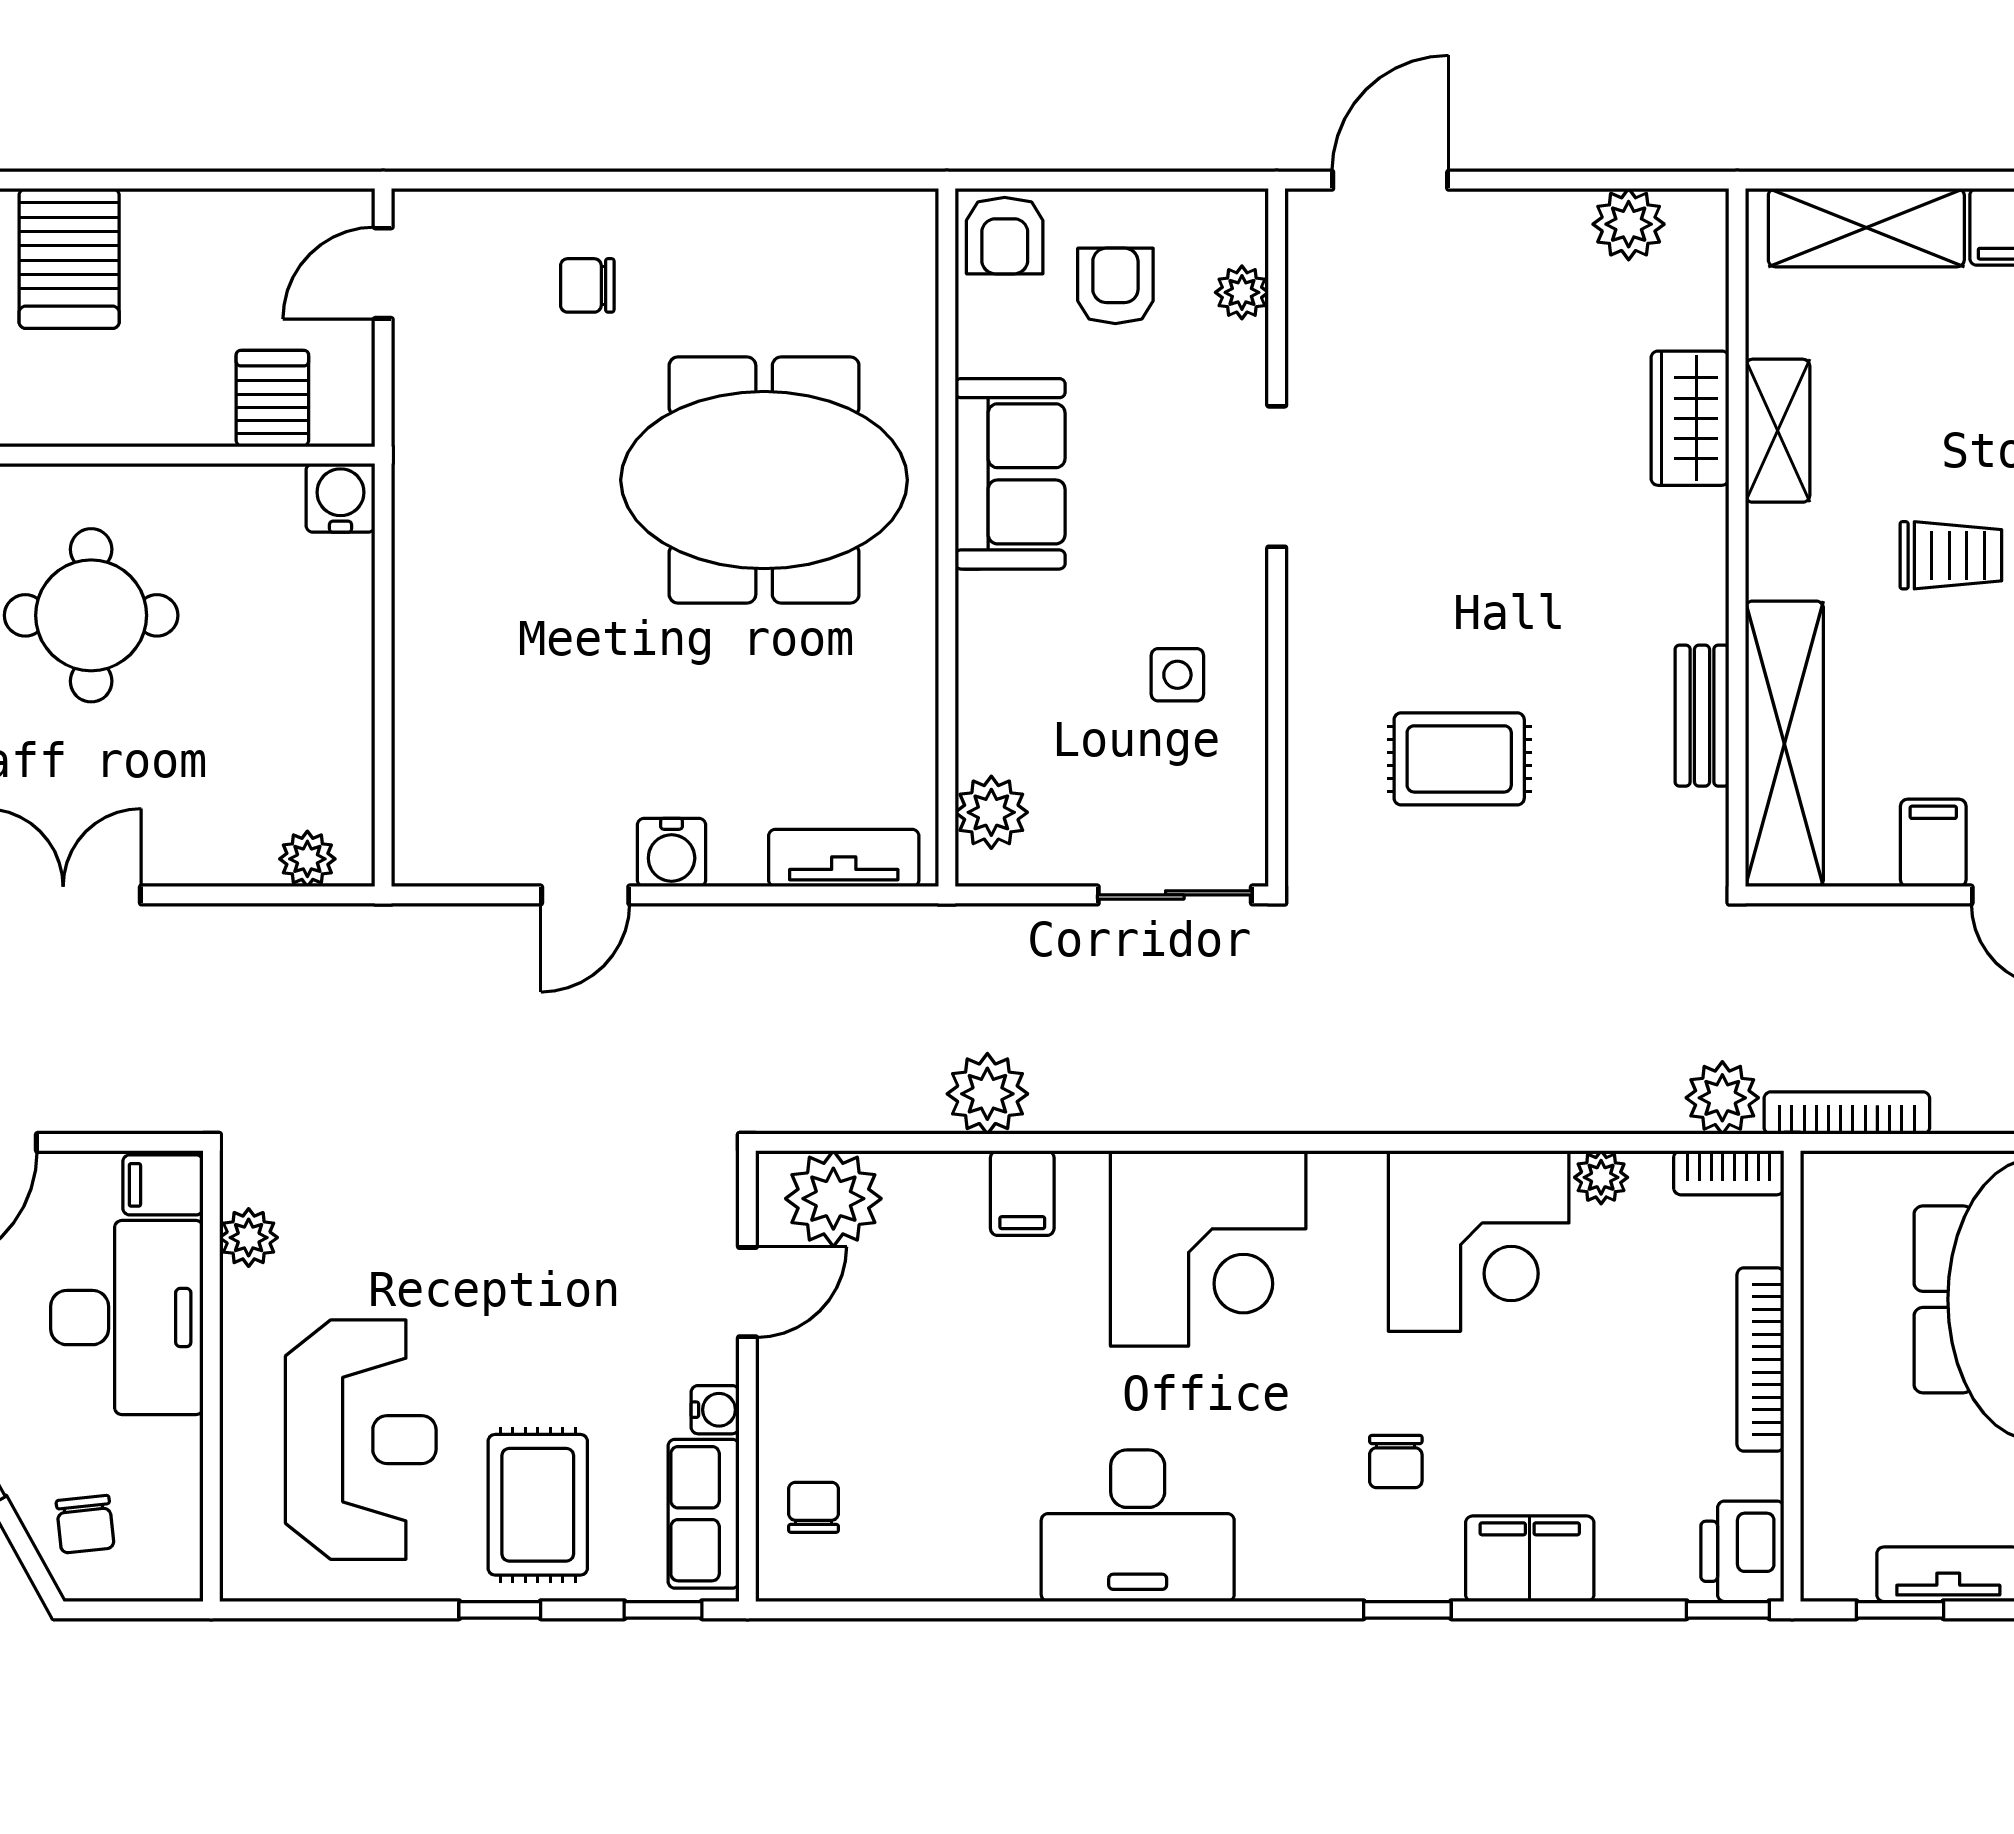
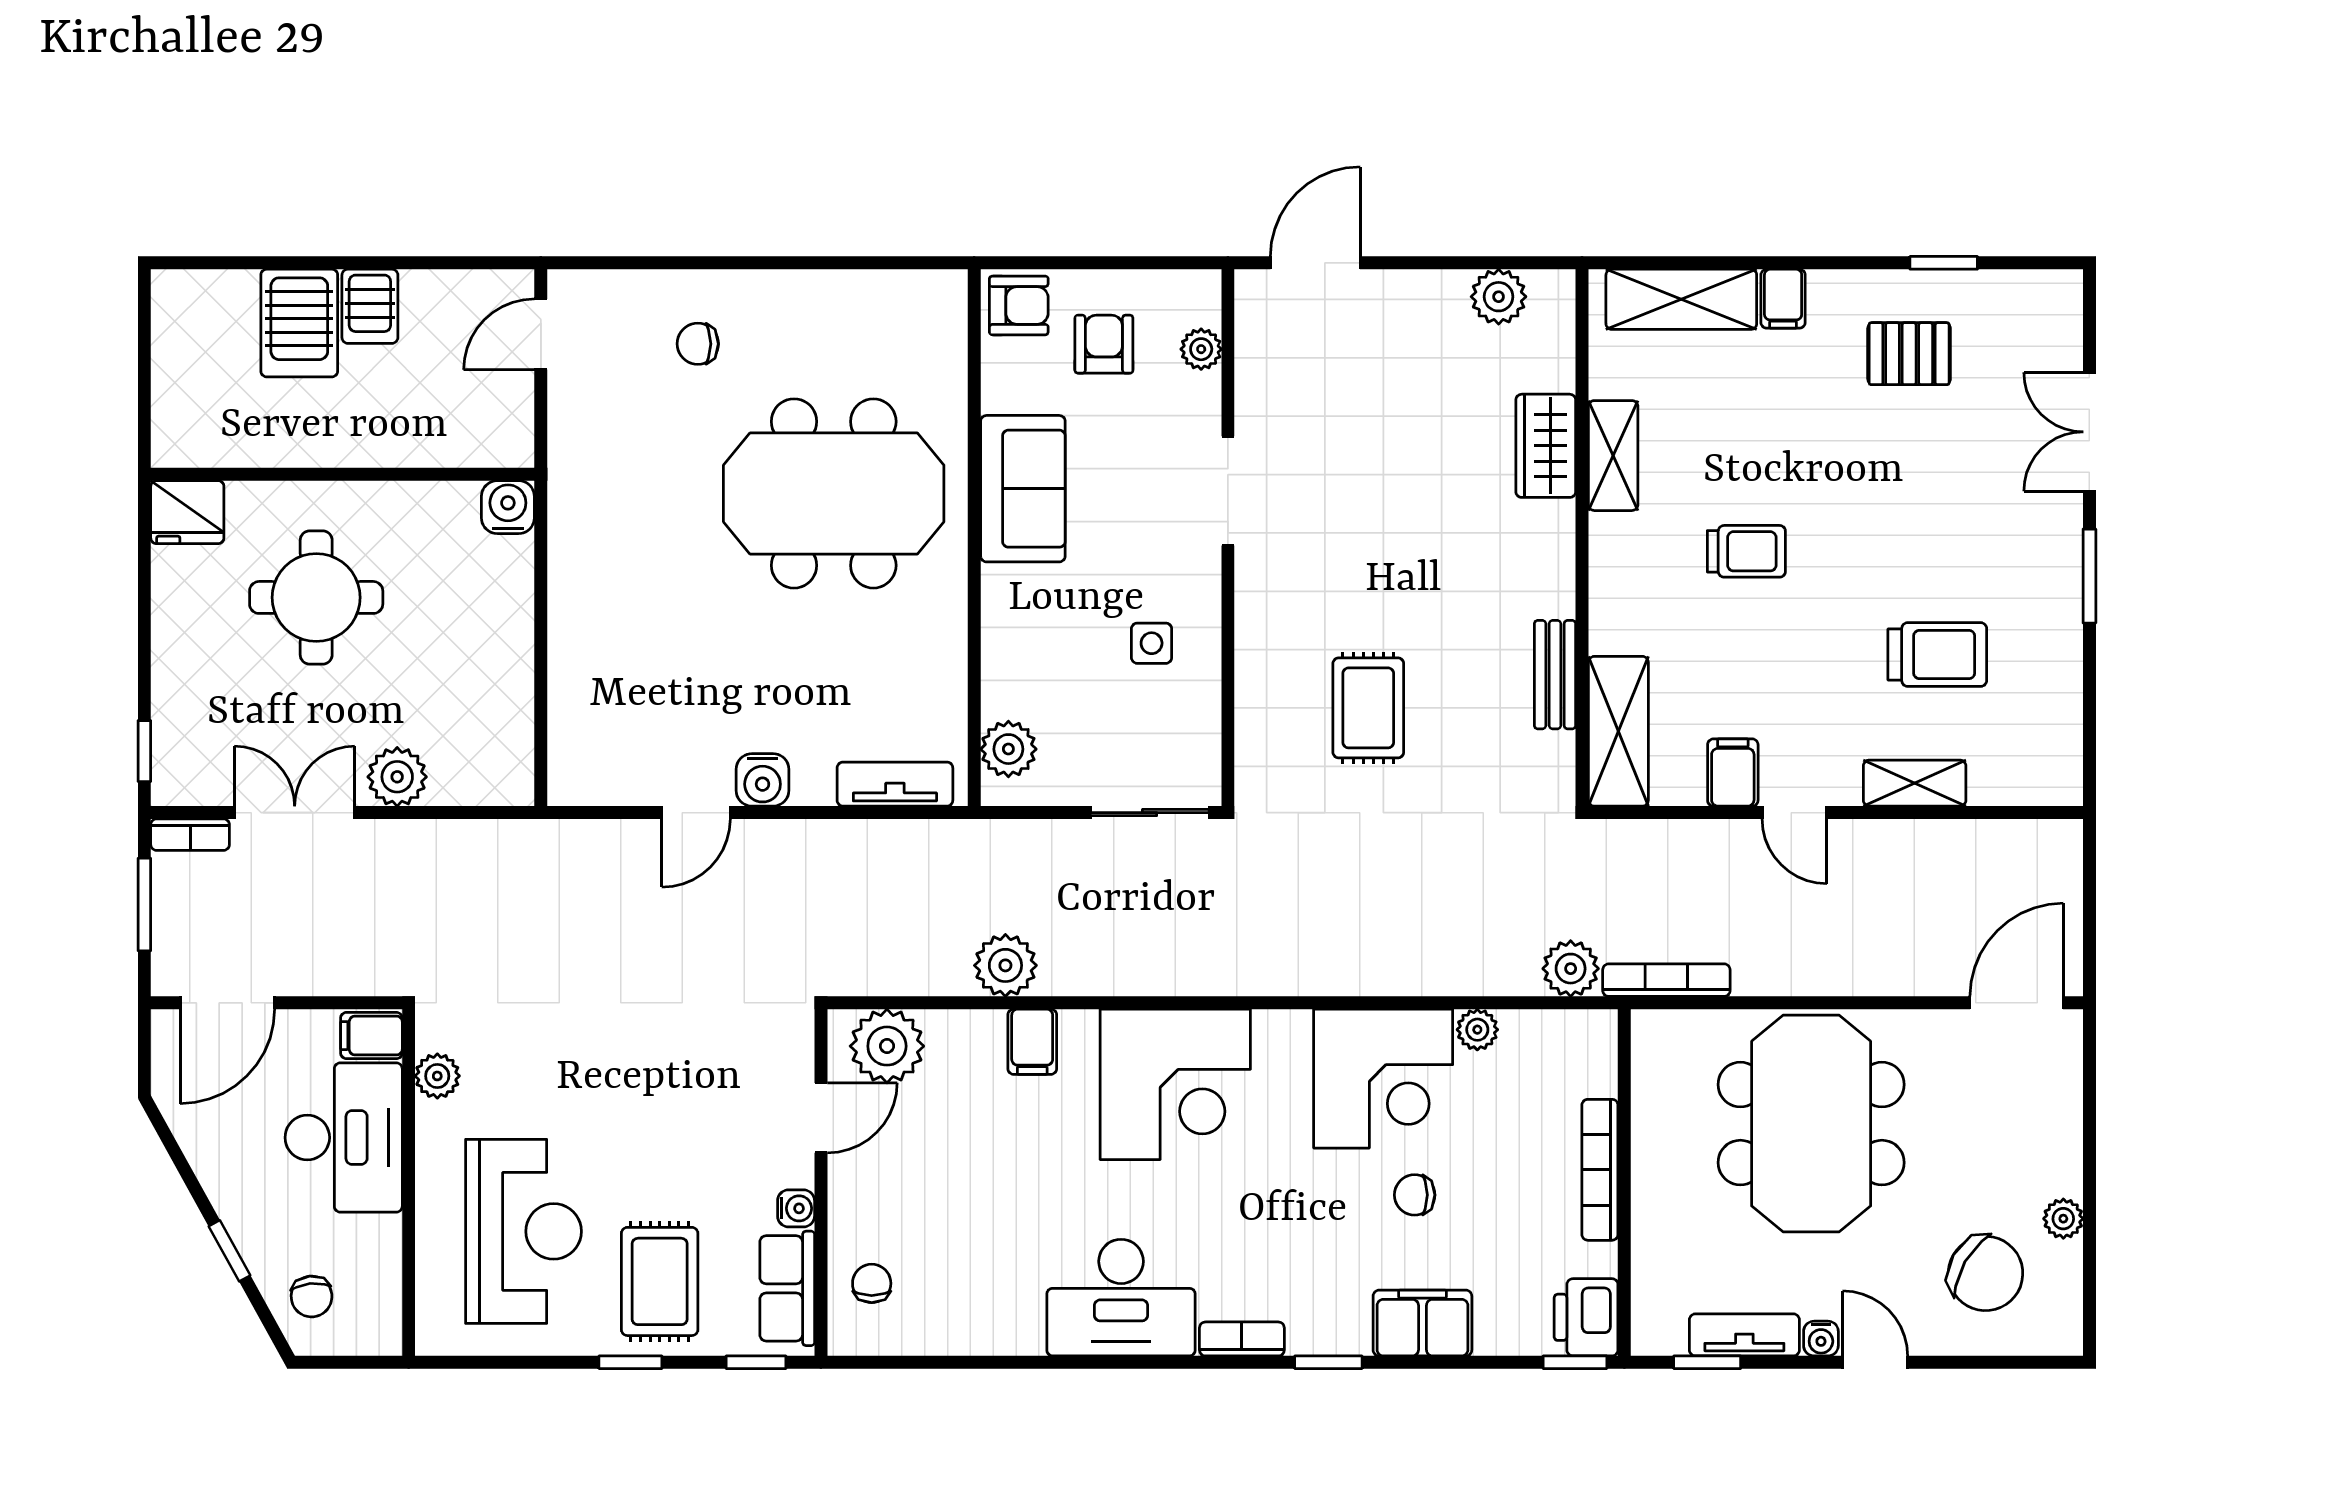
armchair: (1005, 236) -> (1019, 305), turned -90
server rack: (272, 399) -> (370, 306), moved, turned 180
shelving: (1784, 744) -> (1618, 731), width x0.68
rug: (1459, 759) -> (1368, 708), turned 90
plant: (307, 859) -> (397, 777), moved, width x1.38, depth x1.38
bookcase: (1729, 1173) -> (1242, 1339), moved, turned 180
chair: (1396, 1461) -> (1415, 1195), moved, turned 90

